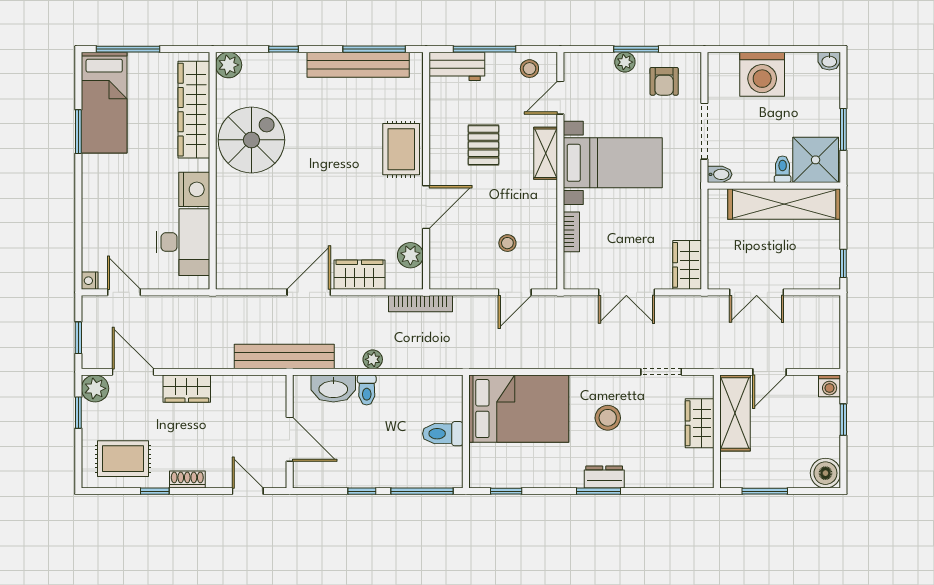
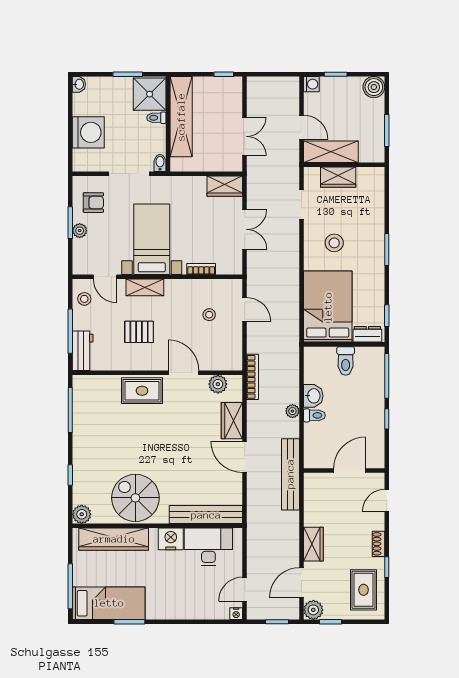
bench: (358, 65) -> (206, 515), moved, turned 90
washbasin: (333, 388) -> (313, 396), moved, width x0.72
dresser: (604, 477) -> (367, 334), moved, turned 90

